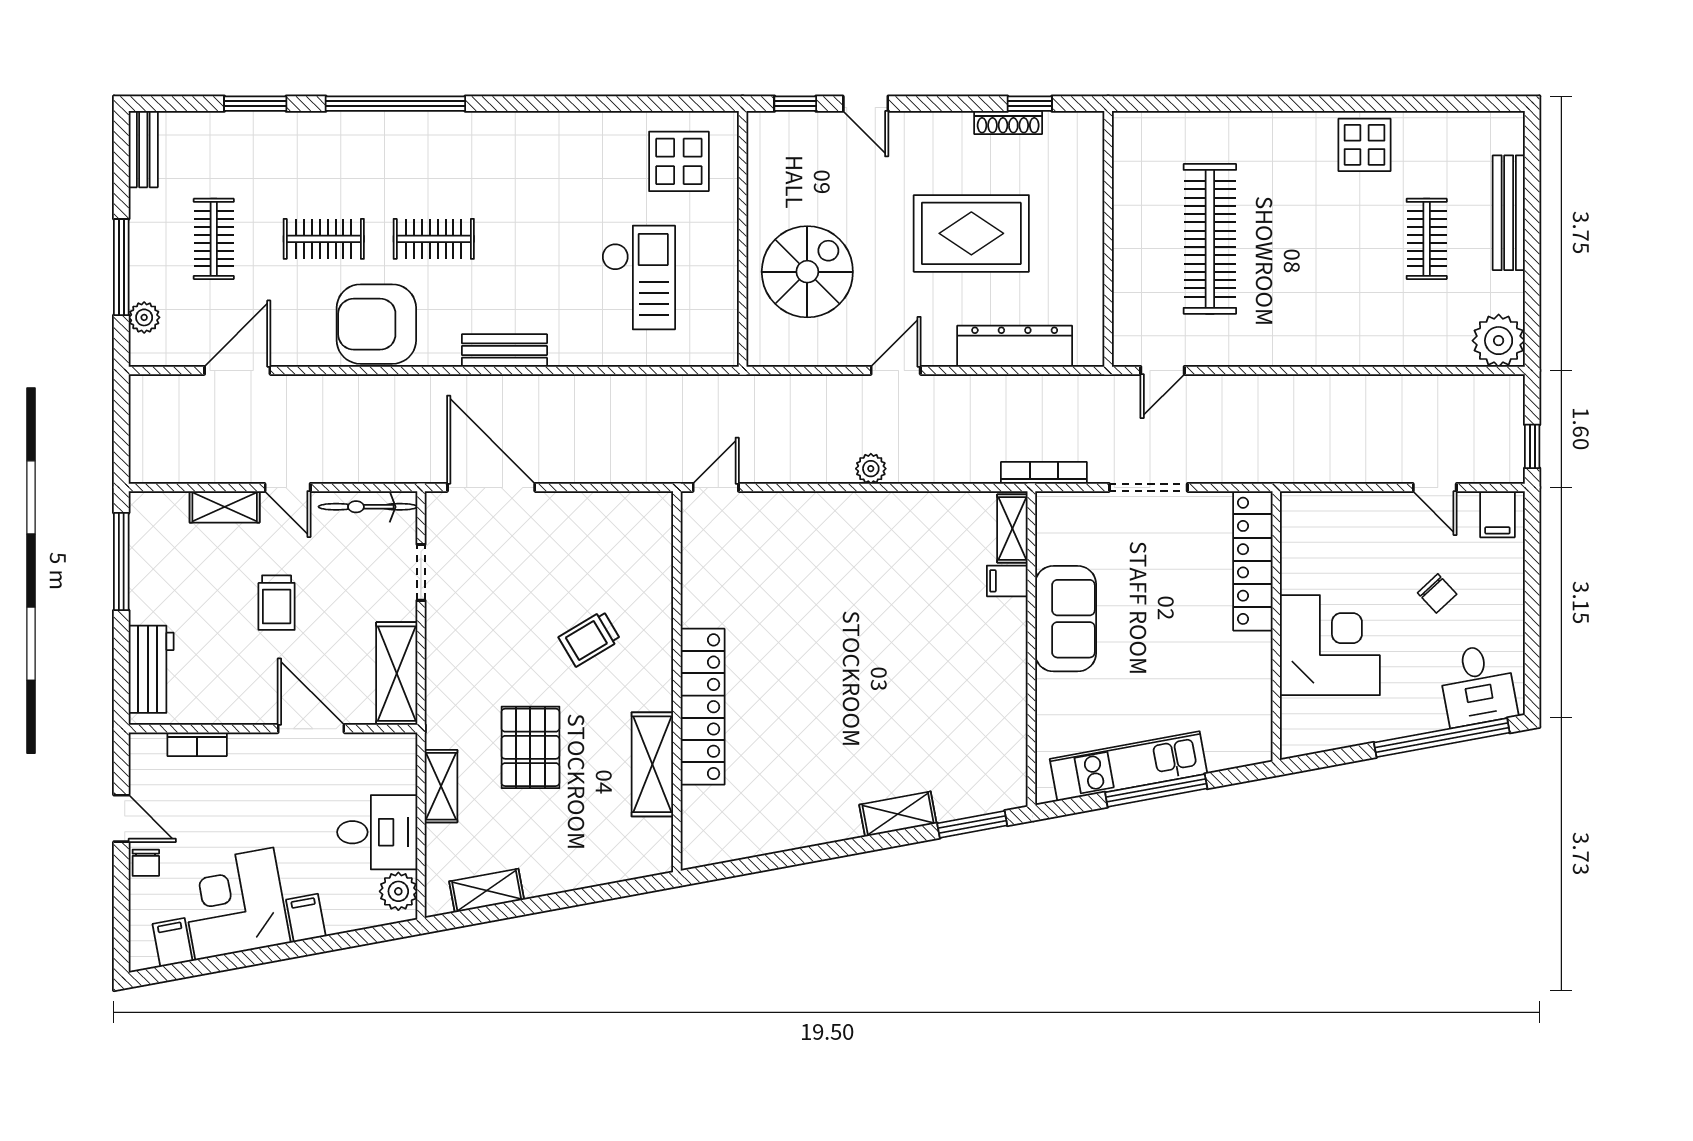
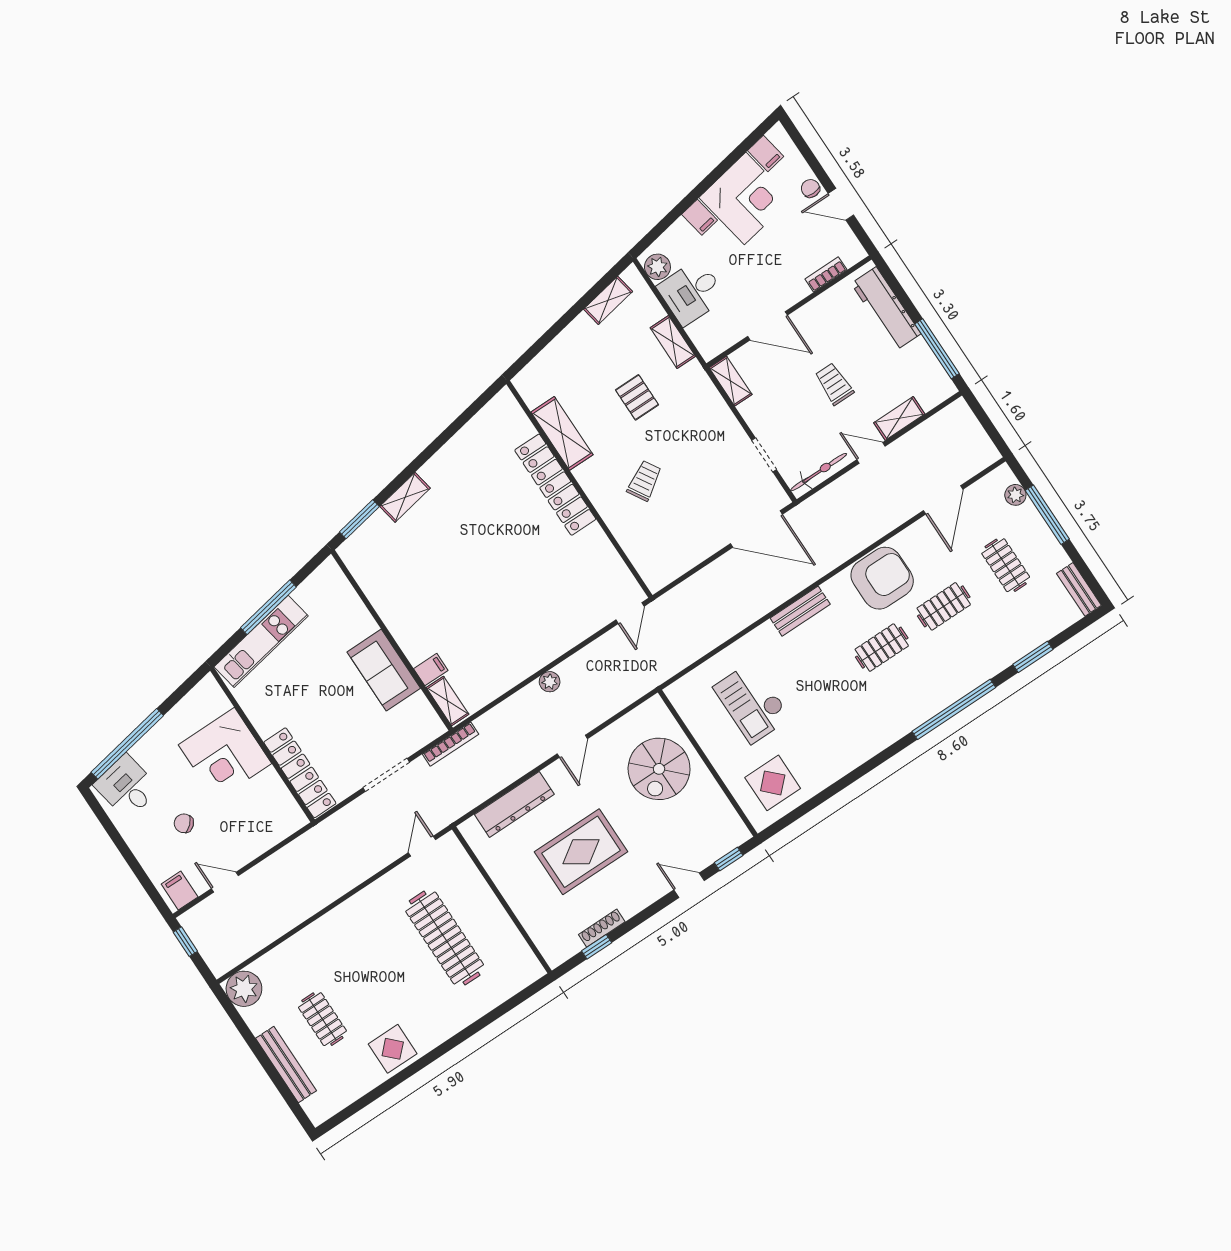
workbench: (151, 669) -> (886, 309), width x1.38
shelving: (397, 674) -> (731, 381), width x0.67, depth x0.75
pallet: (530, 747) -> (637, 397), width x0.67, depth x0.71
kitchen unit: (1129, 766) -> (261, 641), moved

